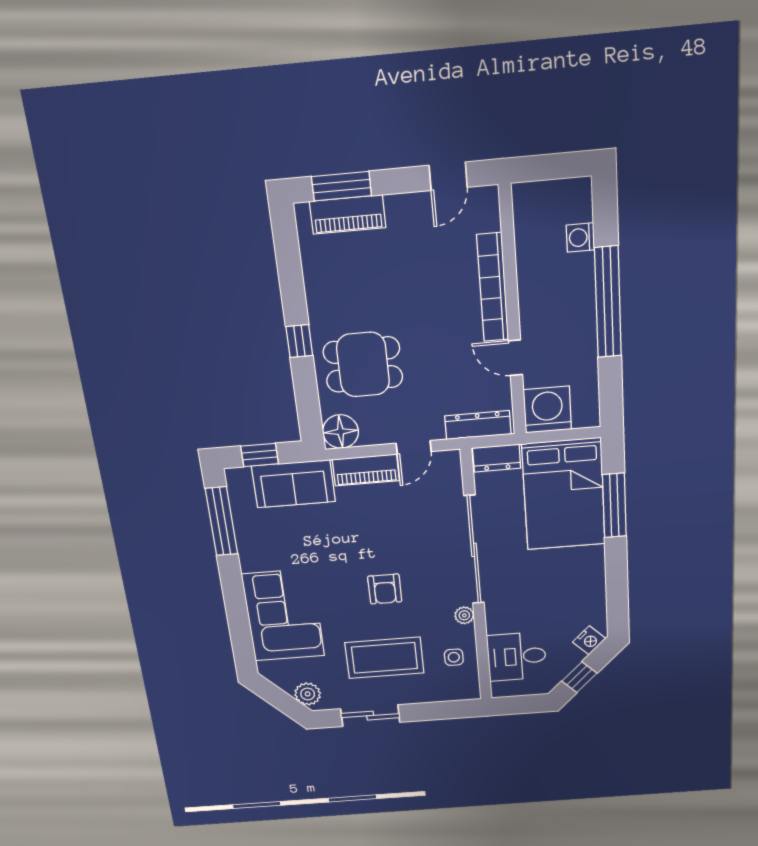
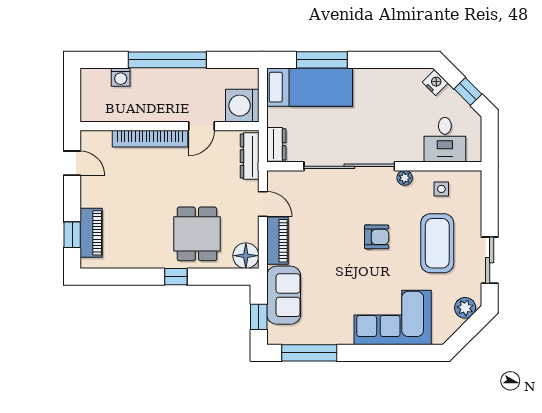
window: (341, 186) -> (72, 235), width x0.67
bed: (564, 494) -> (310, 87), width x0.67

